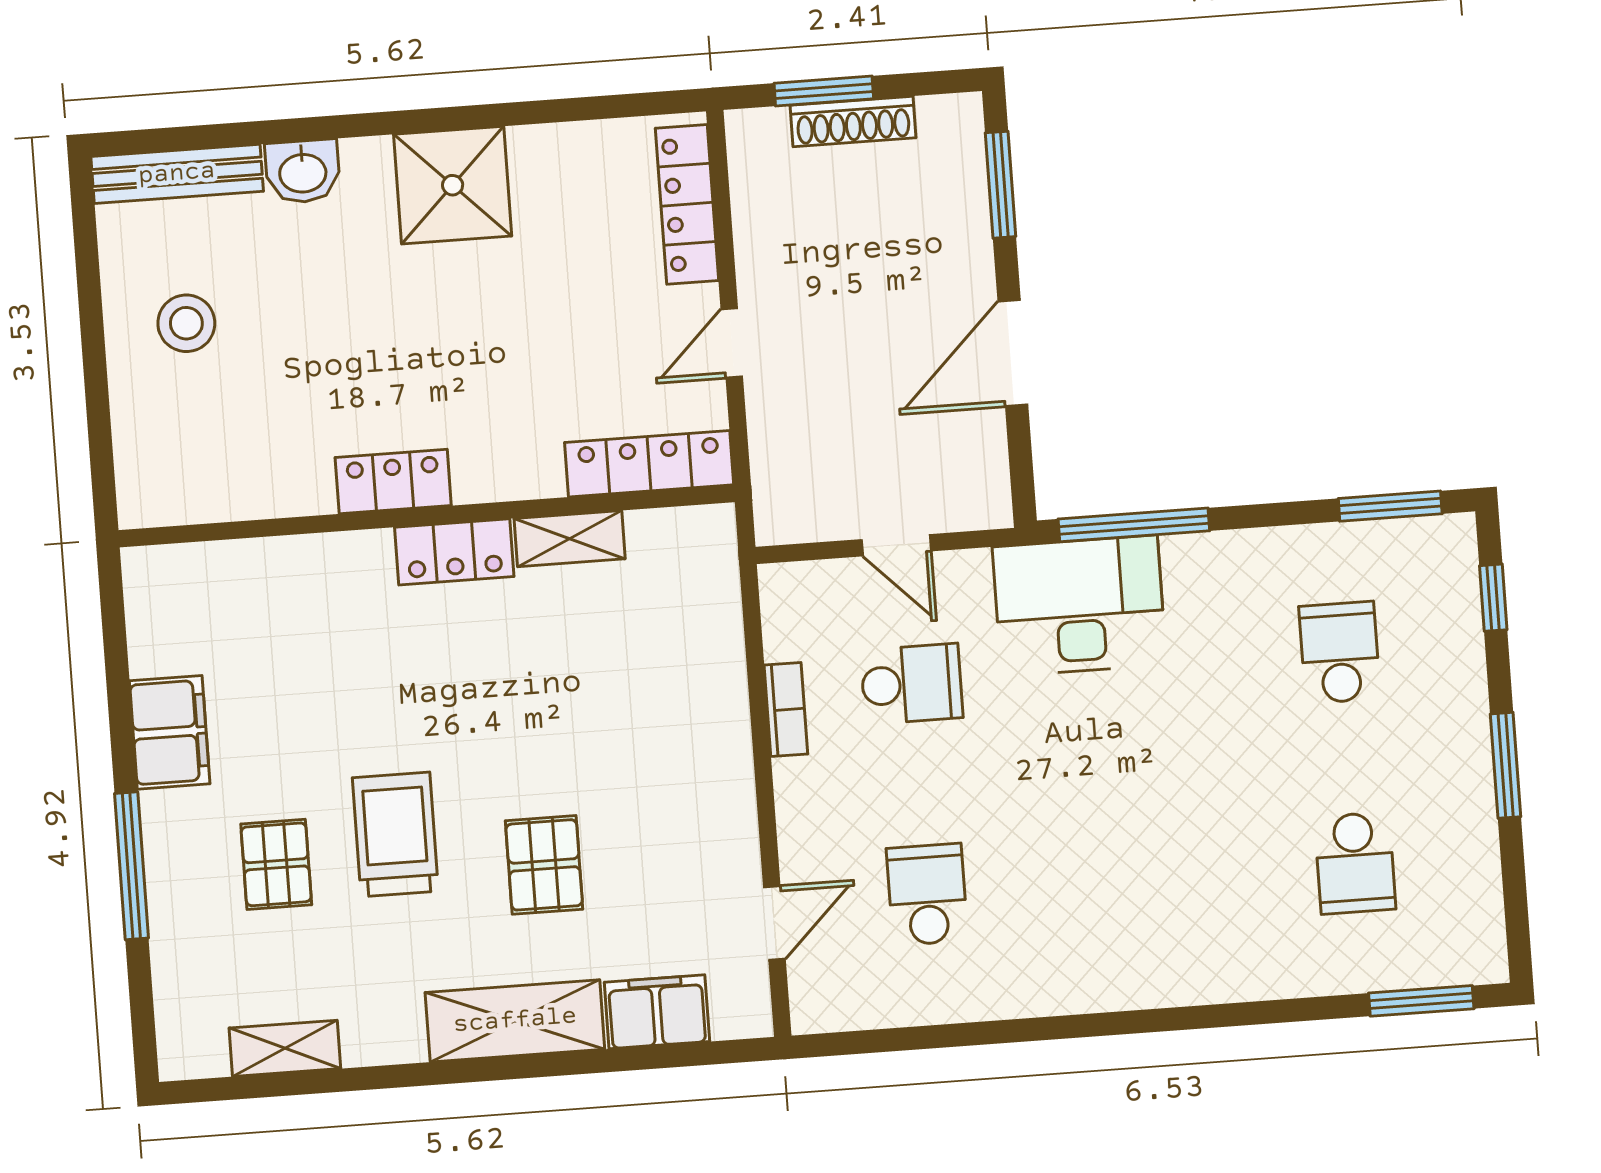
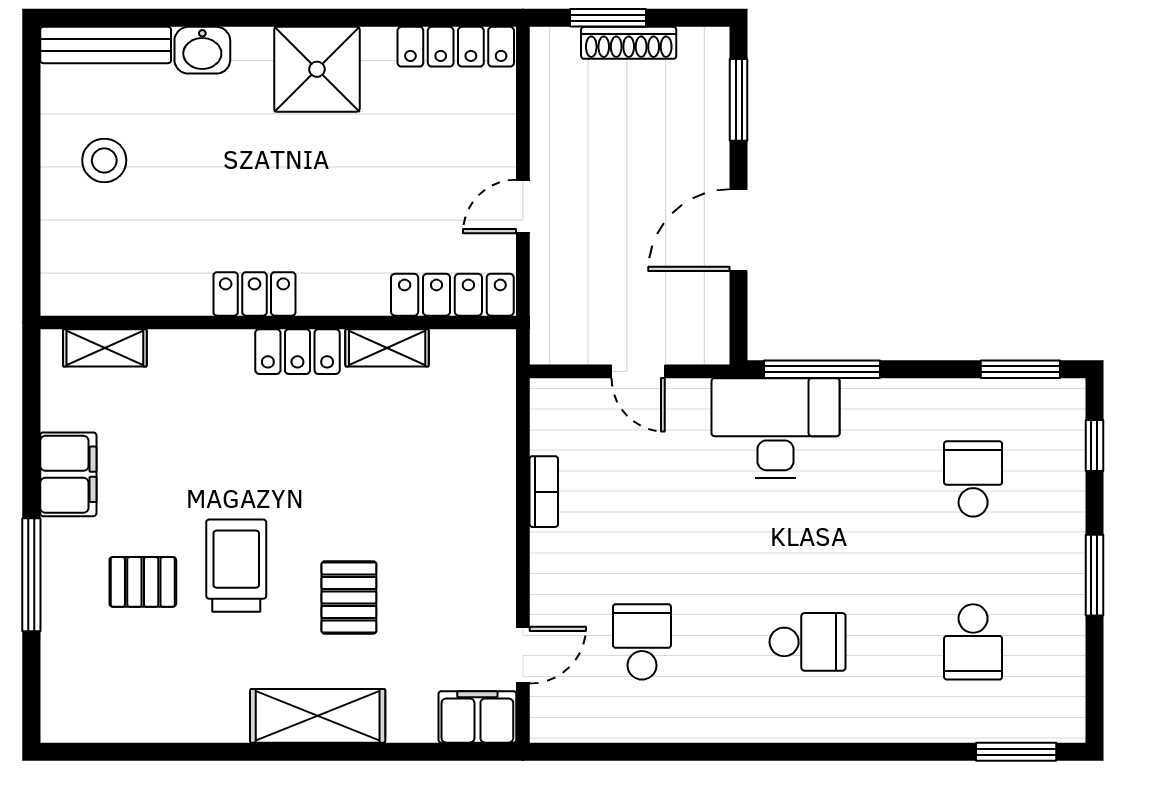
locker: (687, 204) -> (456, 47), moved, turned -90
school desk: (912, 684) -> (808, 642), moved
pallet: (276, 864) -> (143, 582), turned 90
filing cabinet: (657, 1012) -> (477, 717), moved
shelving: (285, 1048) -> (105, 348), moved

